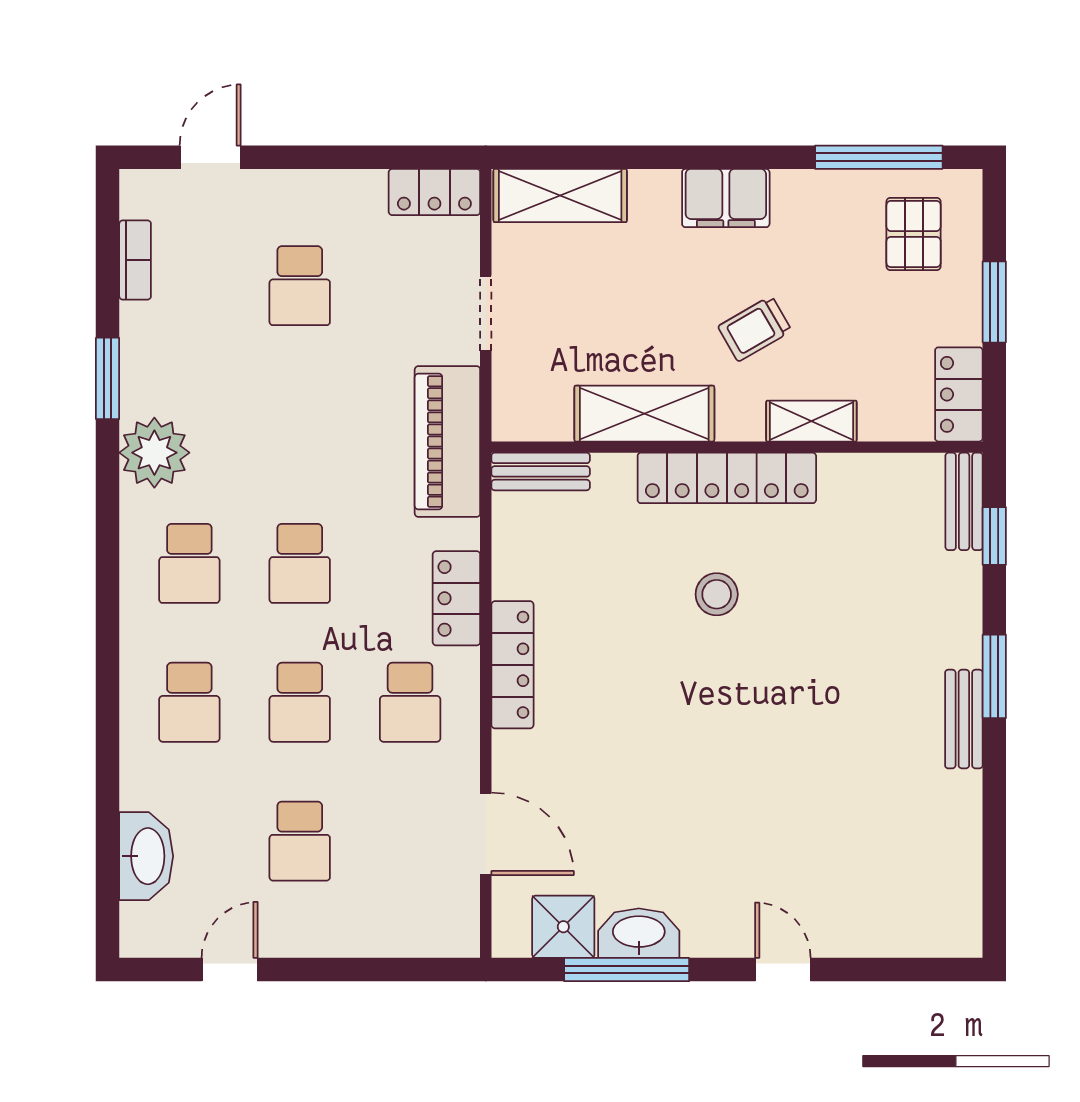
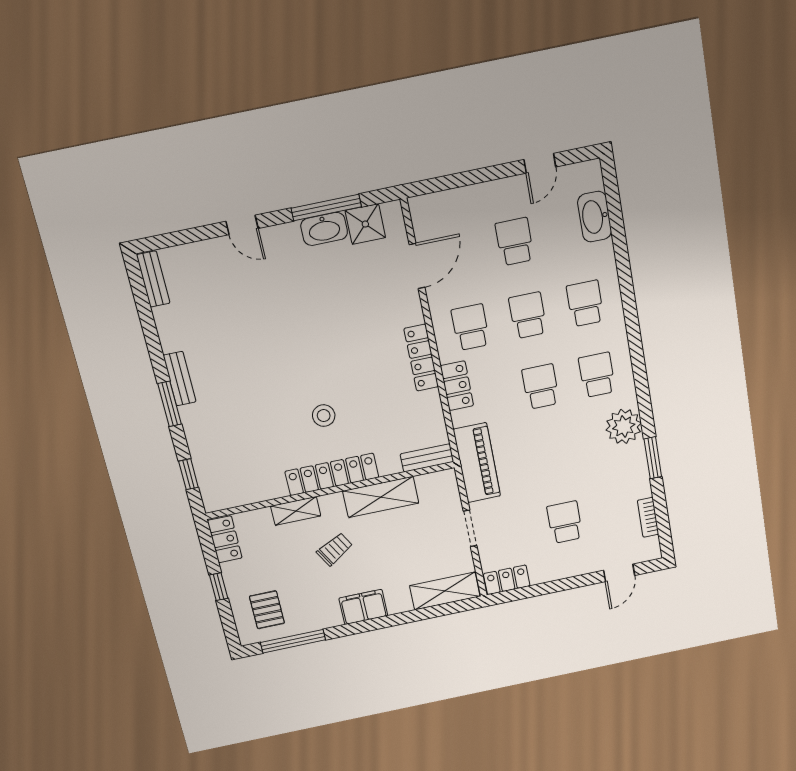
window: (994, 302) -> (219, 587), width x0.67
bench: (964, 501) -> (153, 279), moved
door: (486, 834) -> (417, 266), swing flipped

